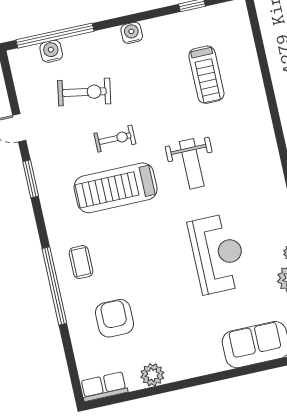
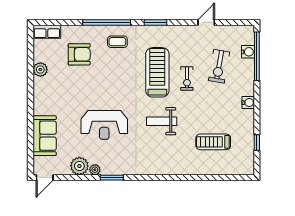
window: (31, 179) -> (155, 22), moved
row of seats: (104, 387) -> (47, 32), moved, turned 90

